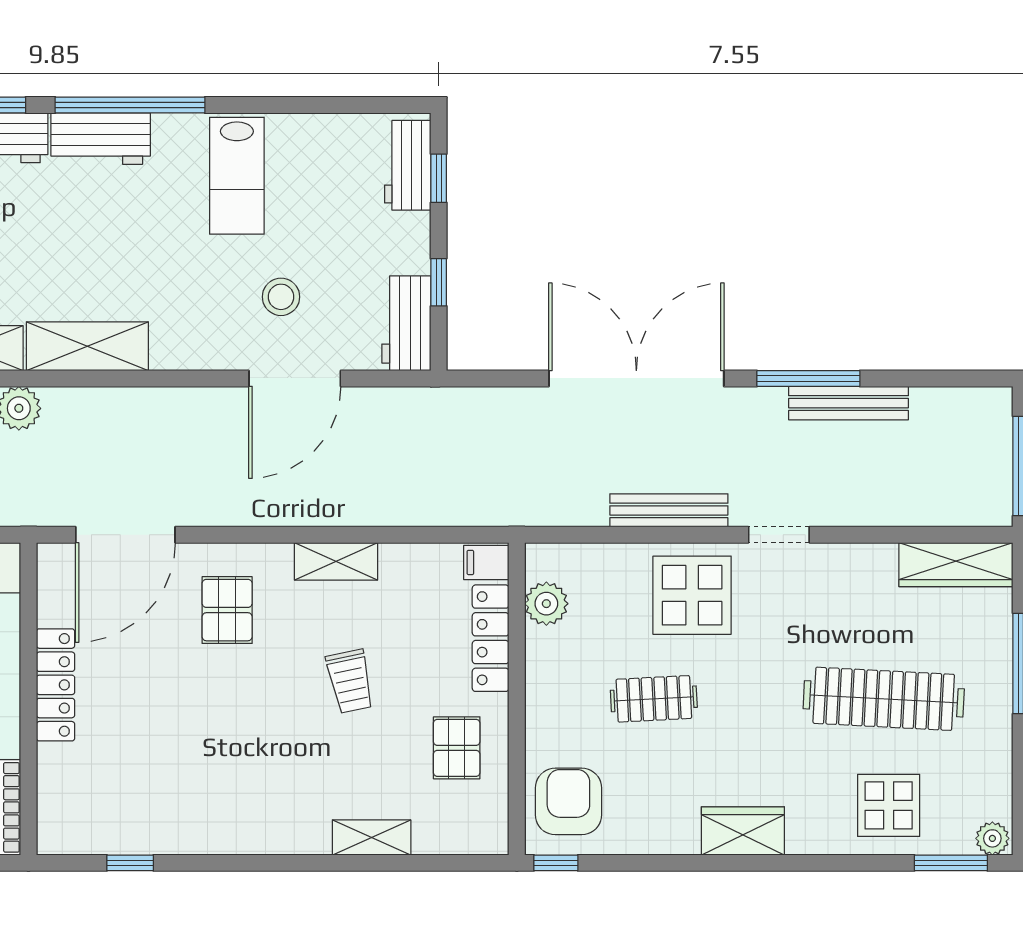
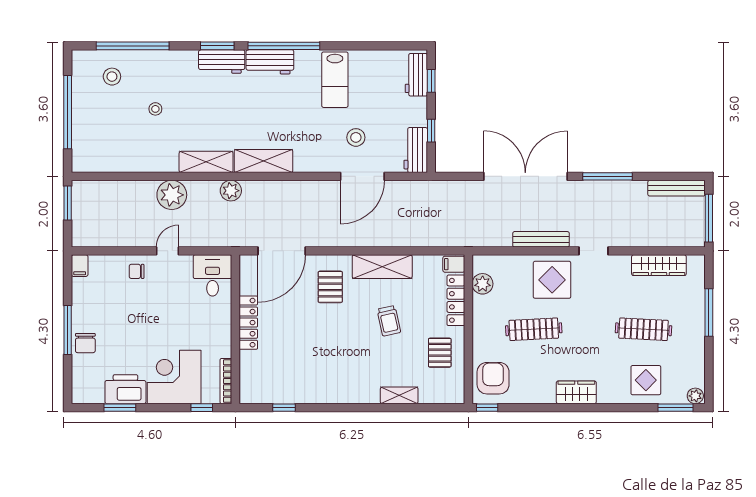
bench: (848, 403) -> (677, 188), moved
shelving: (336, 561) -> (382, 267), width x1.50, depth x1.33
wardrobe: (956, 565) -> (659, 265), moved
clothes rail: (654, 699) -> (534, 329), width x1.36
clothes rail: (884, 699) -> (643, 329), width x0.73, depth x0.76

